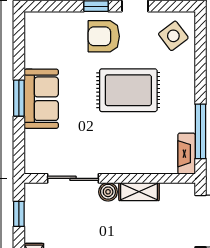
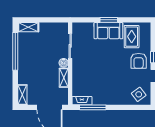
armchair: (104, 36) -> (139, 61), turned 180
rug: (128, 90) -> (132, 37), moved, width x0.73, depth x0.70
window: (19, 214) -> (53, 20), removed

